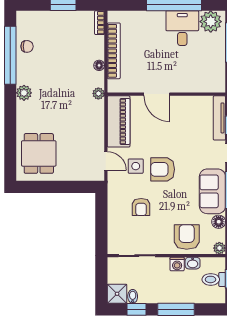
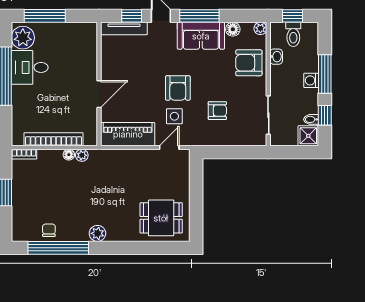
plant: (98, 93) -> (82, 155), moved
washing machine: (177, 264) -> (311, 80), moved, turned 180

